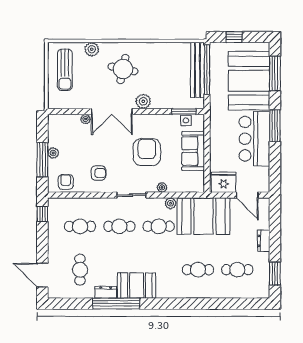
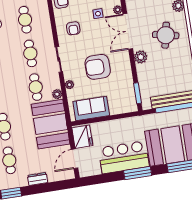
side table: (186, 120) -> (98, 14), moved
sofa: (193, 151) -> (91, 109), moved
armchair: (147, 152) -> (98, 67), turned 180

